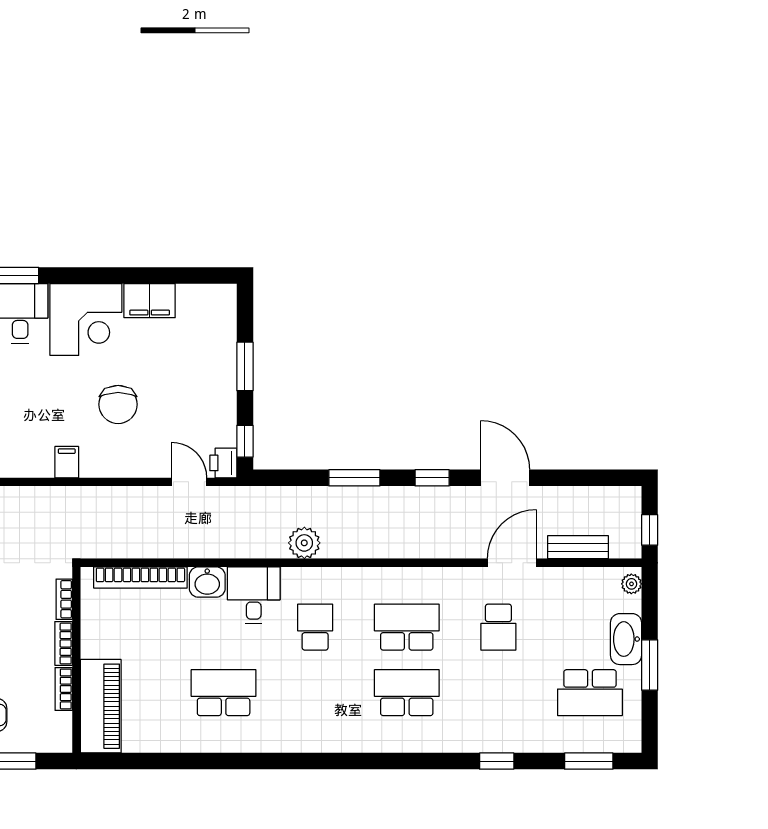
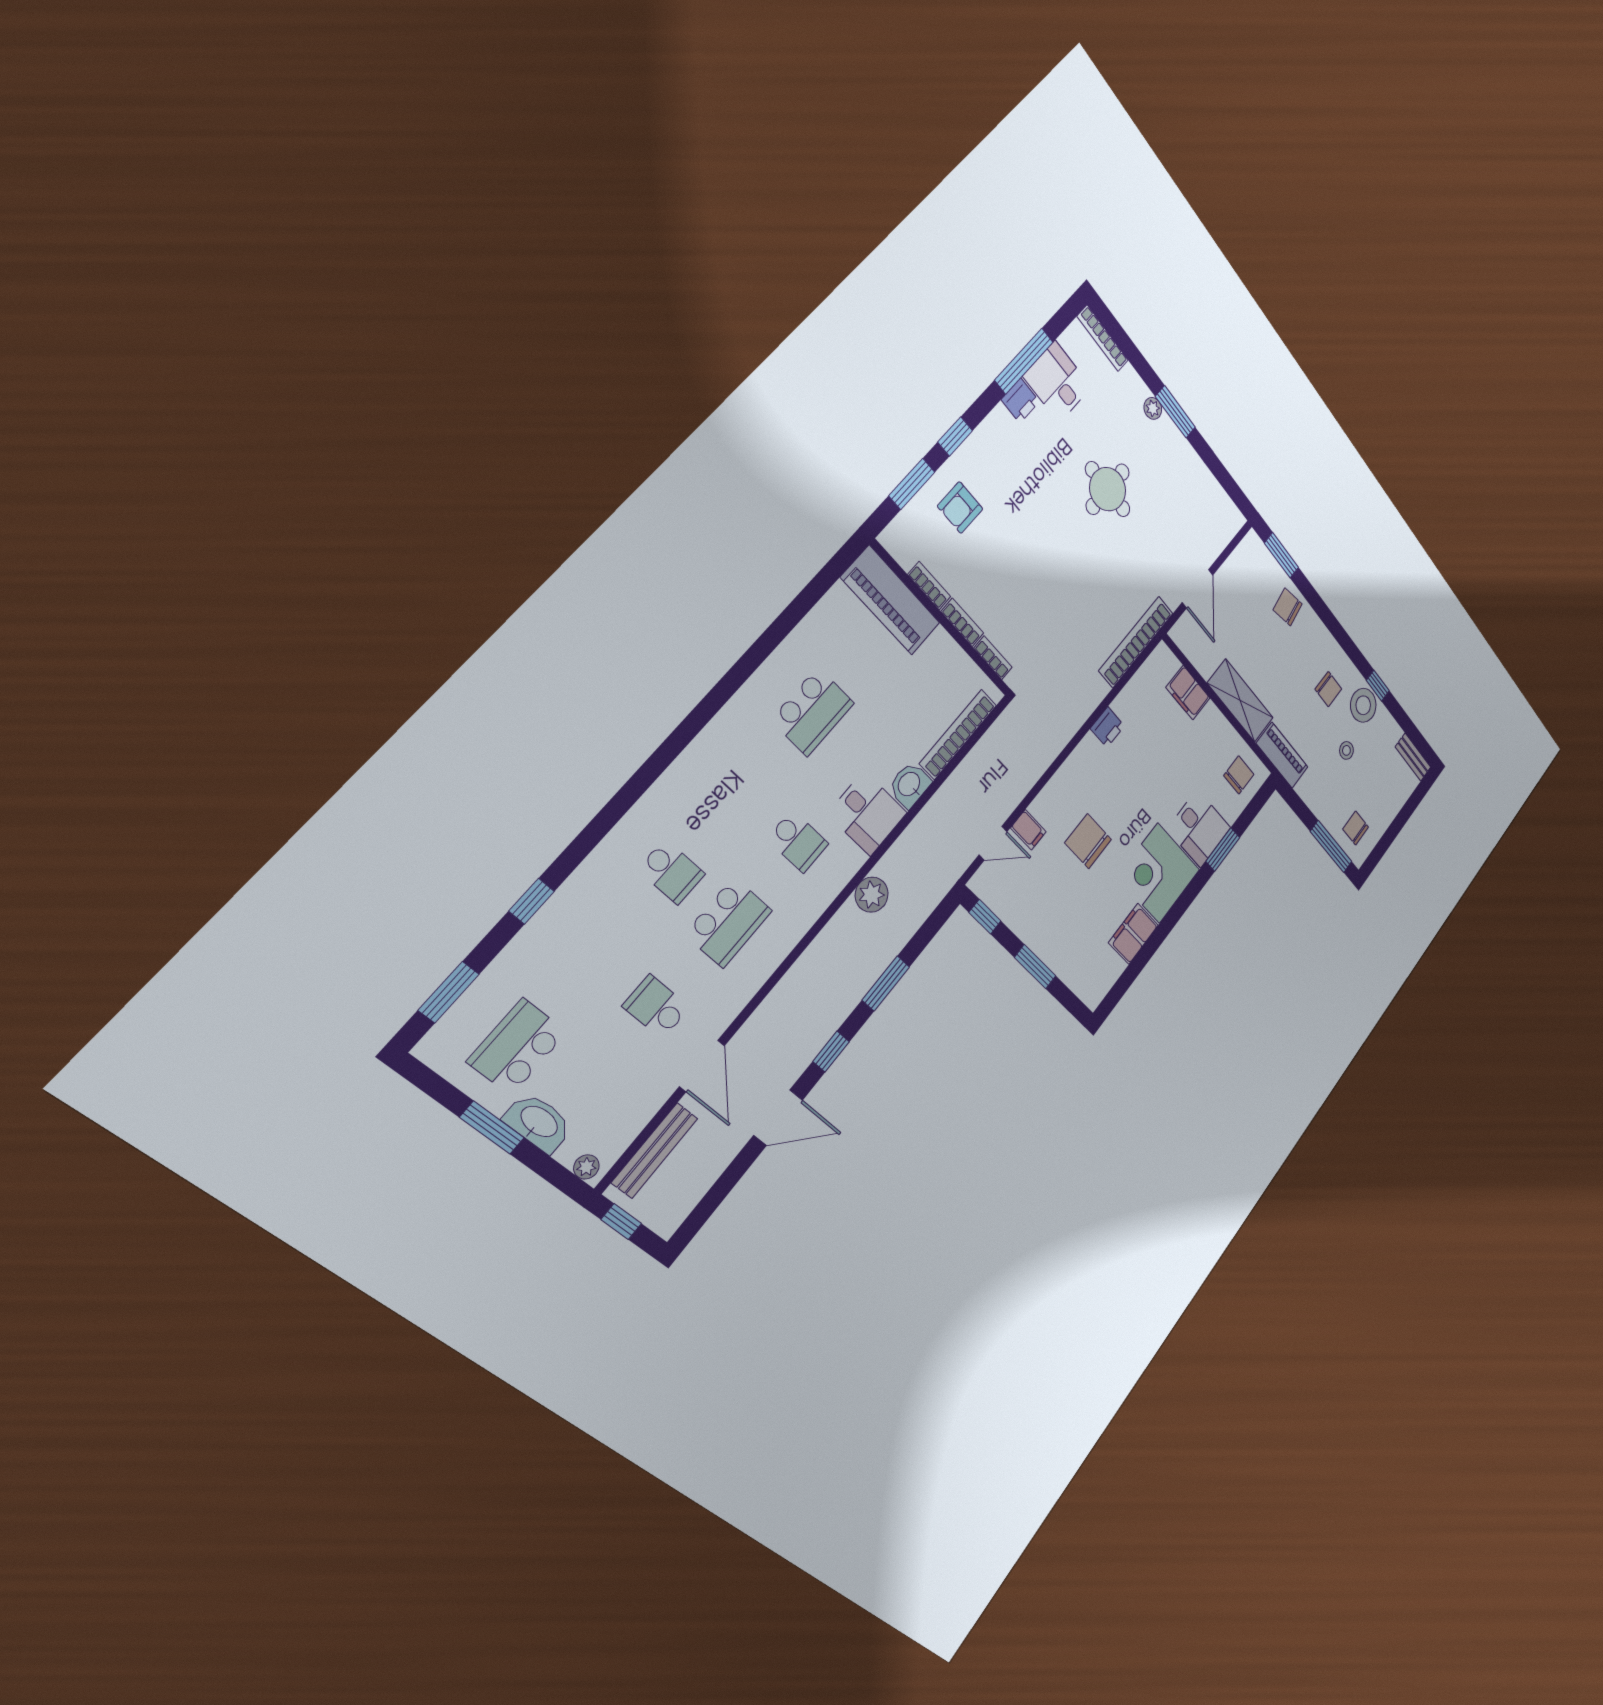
filing cabinet: (67, 462) -> (1028, 830), moved
printer: (223, 463) -> (1107, 727), moved, turned 90
bench: (578, 547) -> (655, 1150), width x1.36
school desk: (407, 693) -> (671, 872), width x0.54

